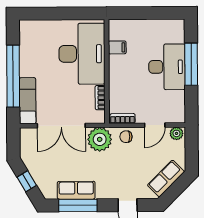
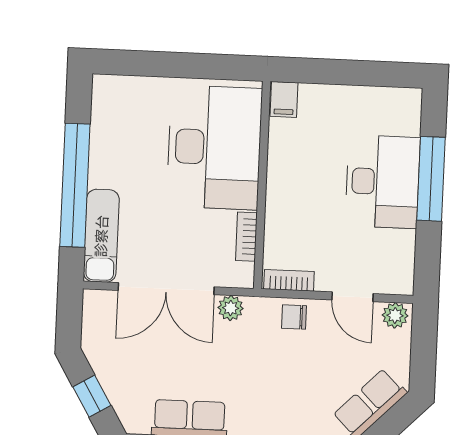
filing cabinet: (117, 47) -> (284, 100), moved, turned 90
door: (155, 125) -> (352, 297), hinge flipped
plant: (100, 139) -> (231, 308), width x0.53, depth x0.53

